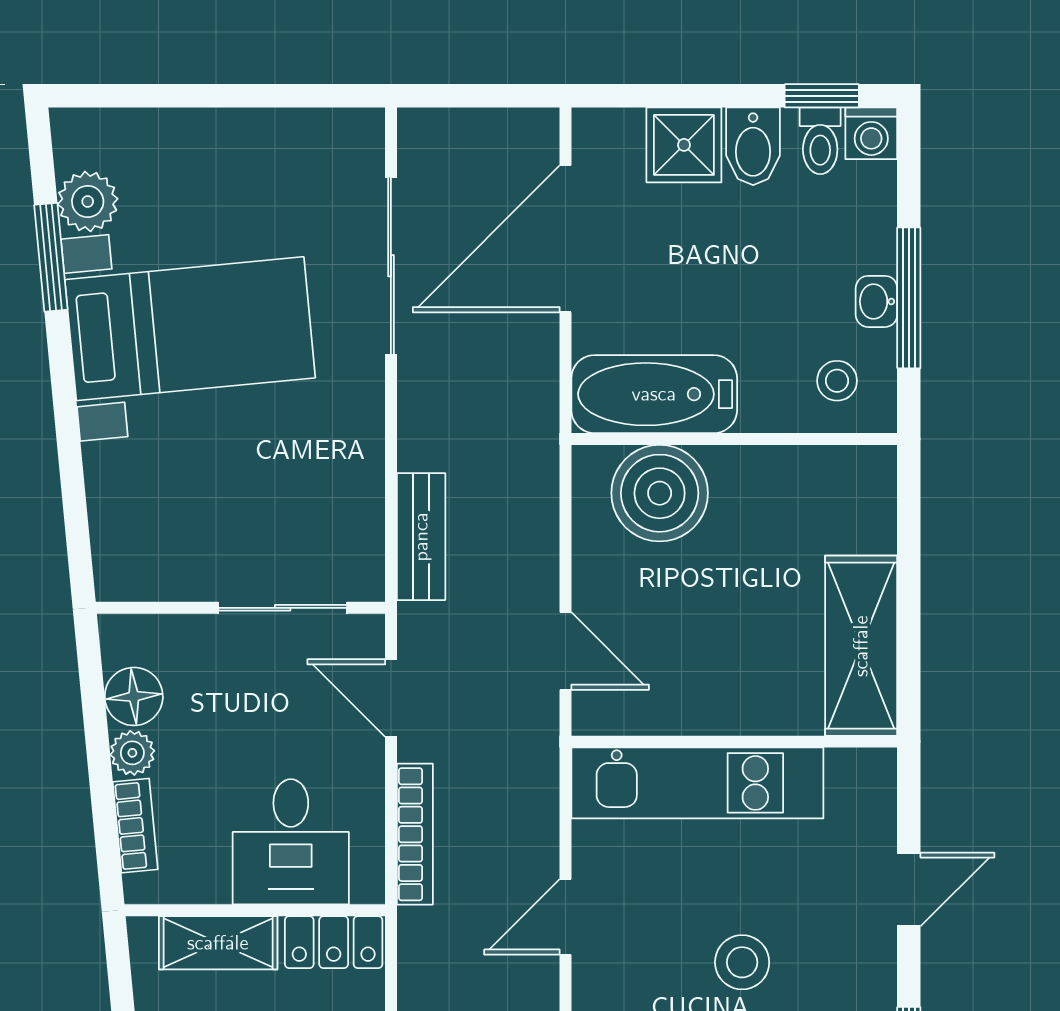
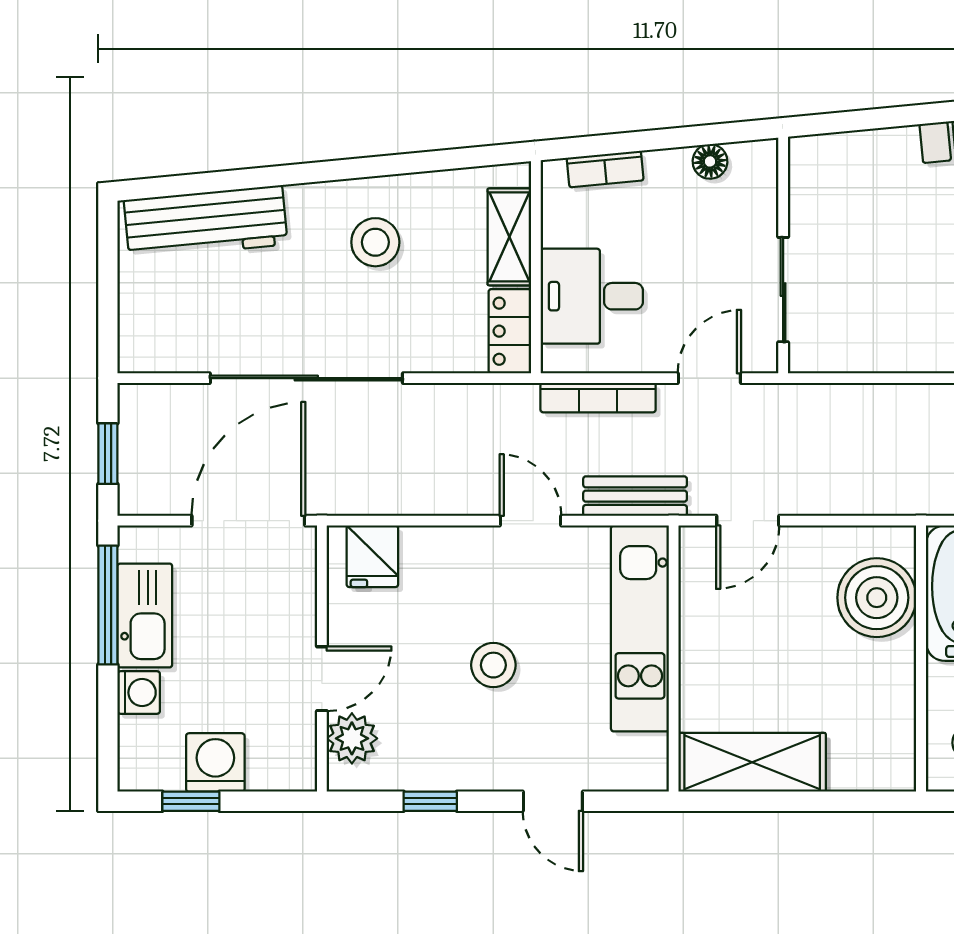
bench: (421, 537) -> (635, 496), moved
floor lamp: (134, 696) -> (710, 161), width x0.73, depth x0.73
plant: (132, 753) -> (665, 167), removed

